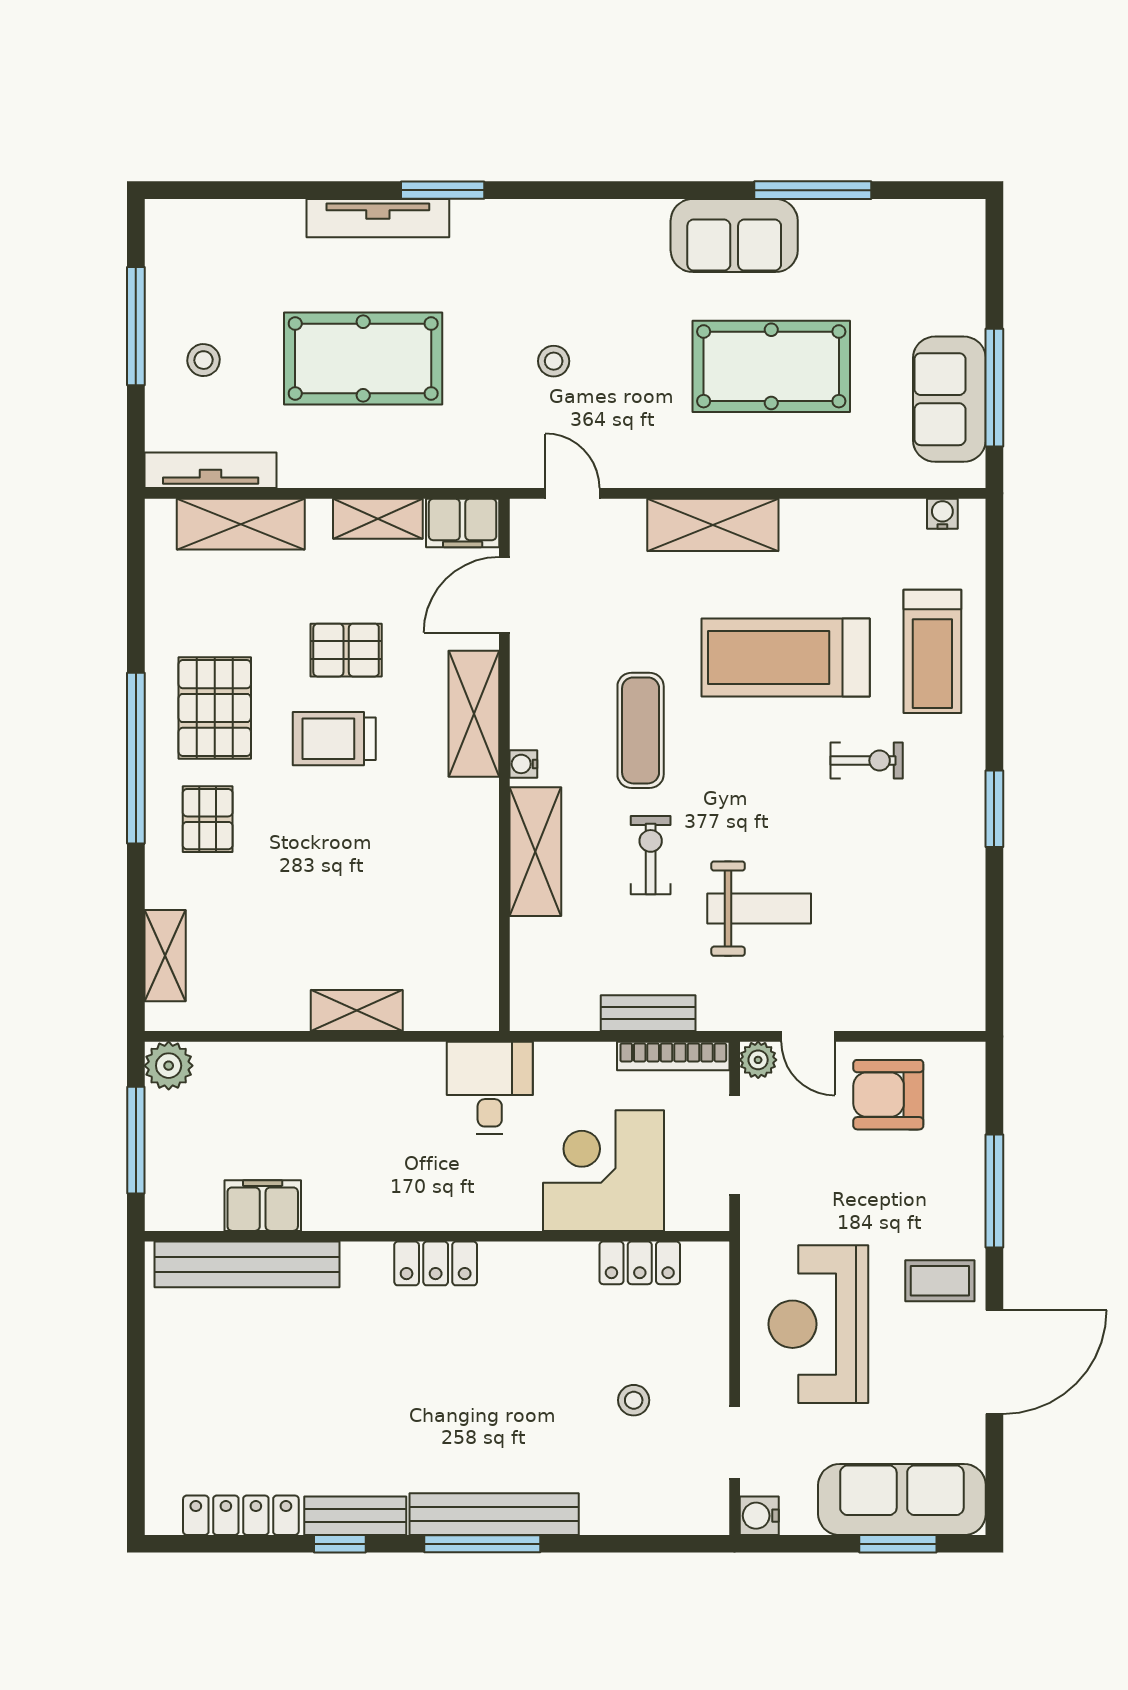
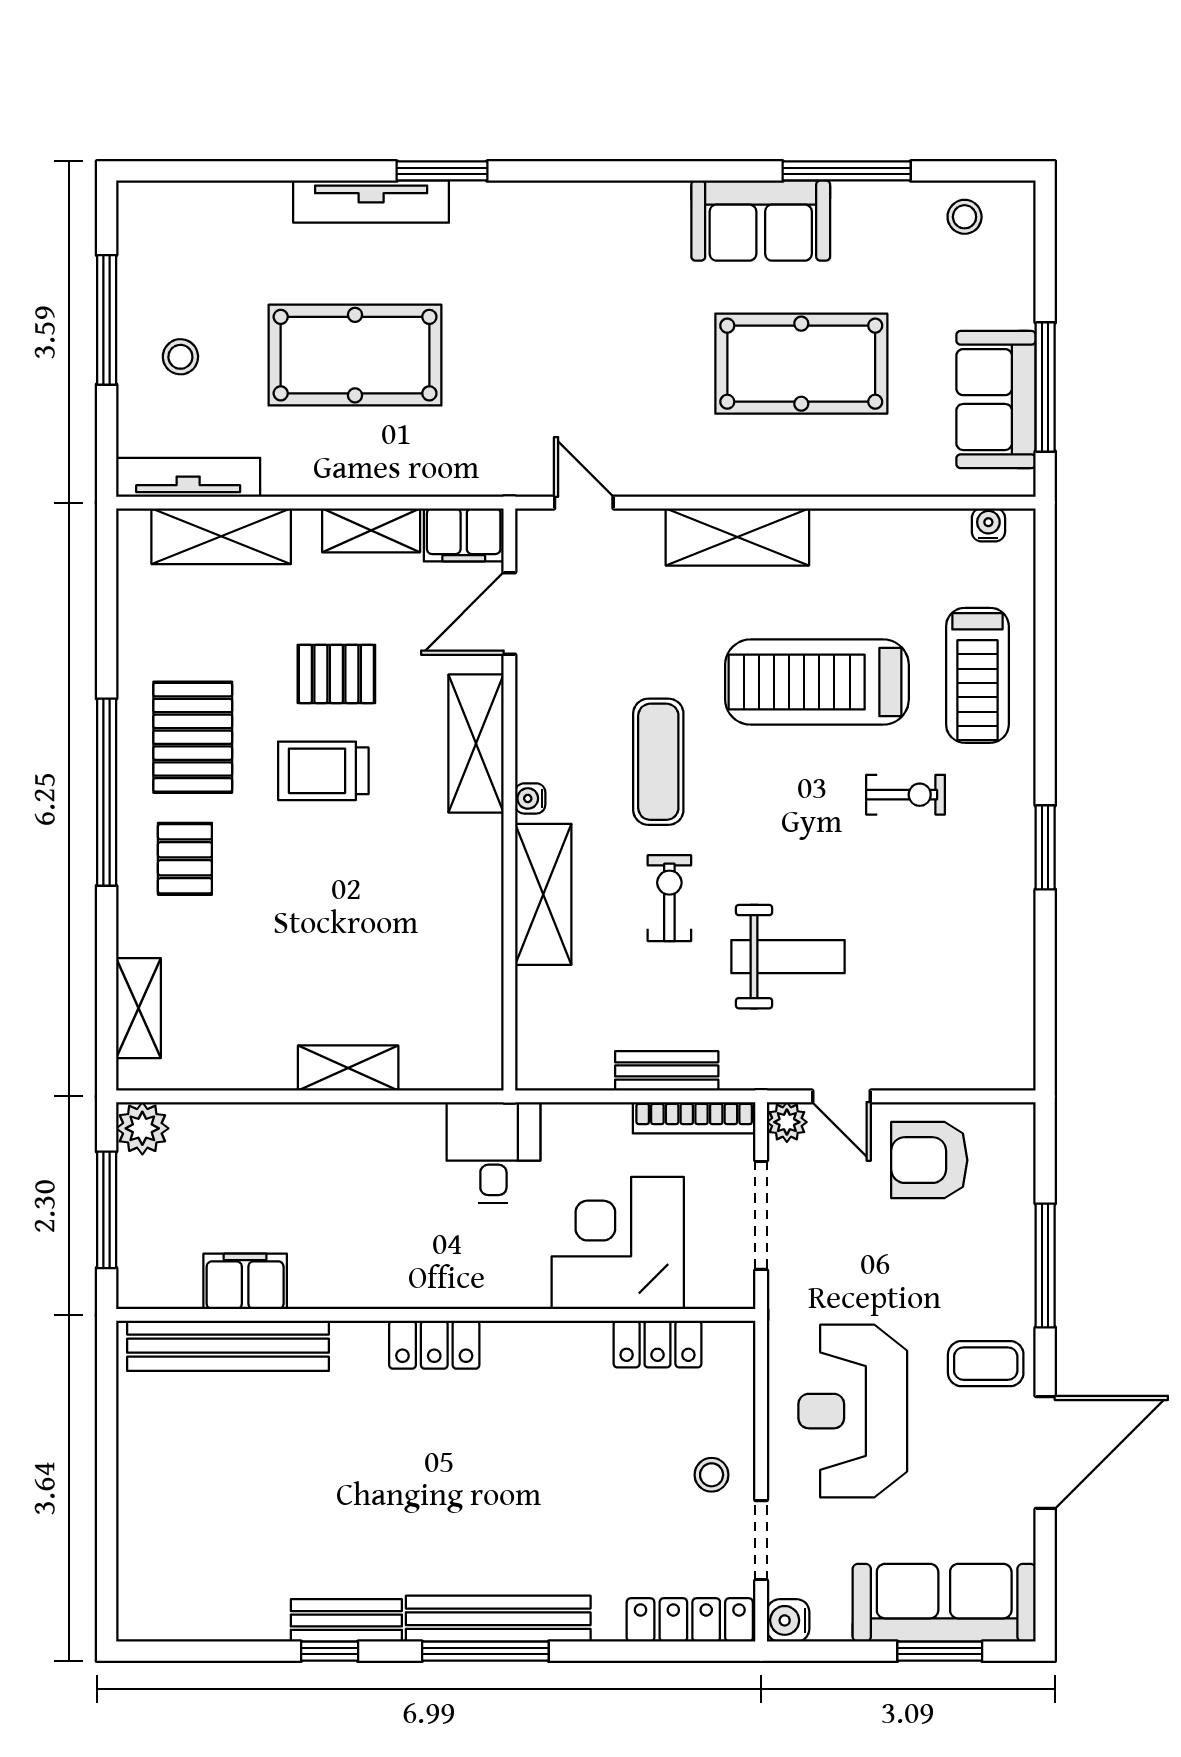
stool: (554, 361) -> (965, 217), moved
stool: (634, 1400) -> (712, 1475), moved
locker: (241, 1515) -> (690, 1620), moved

